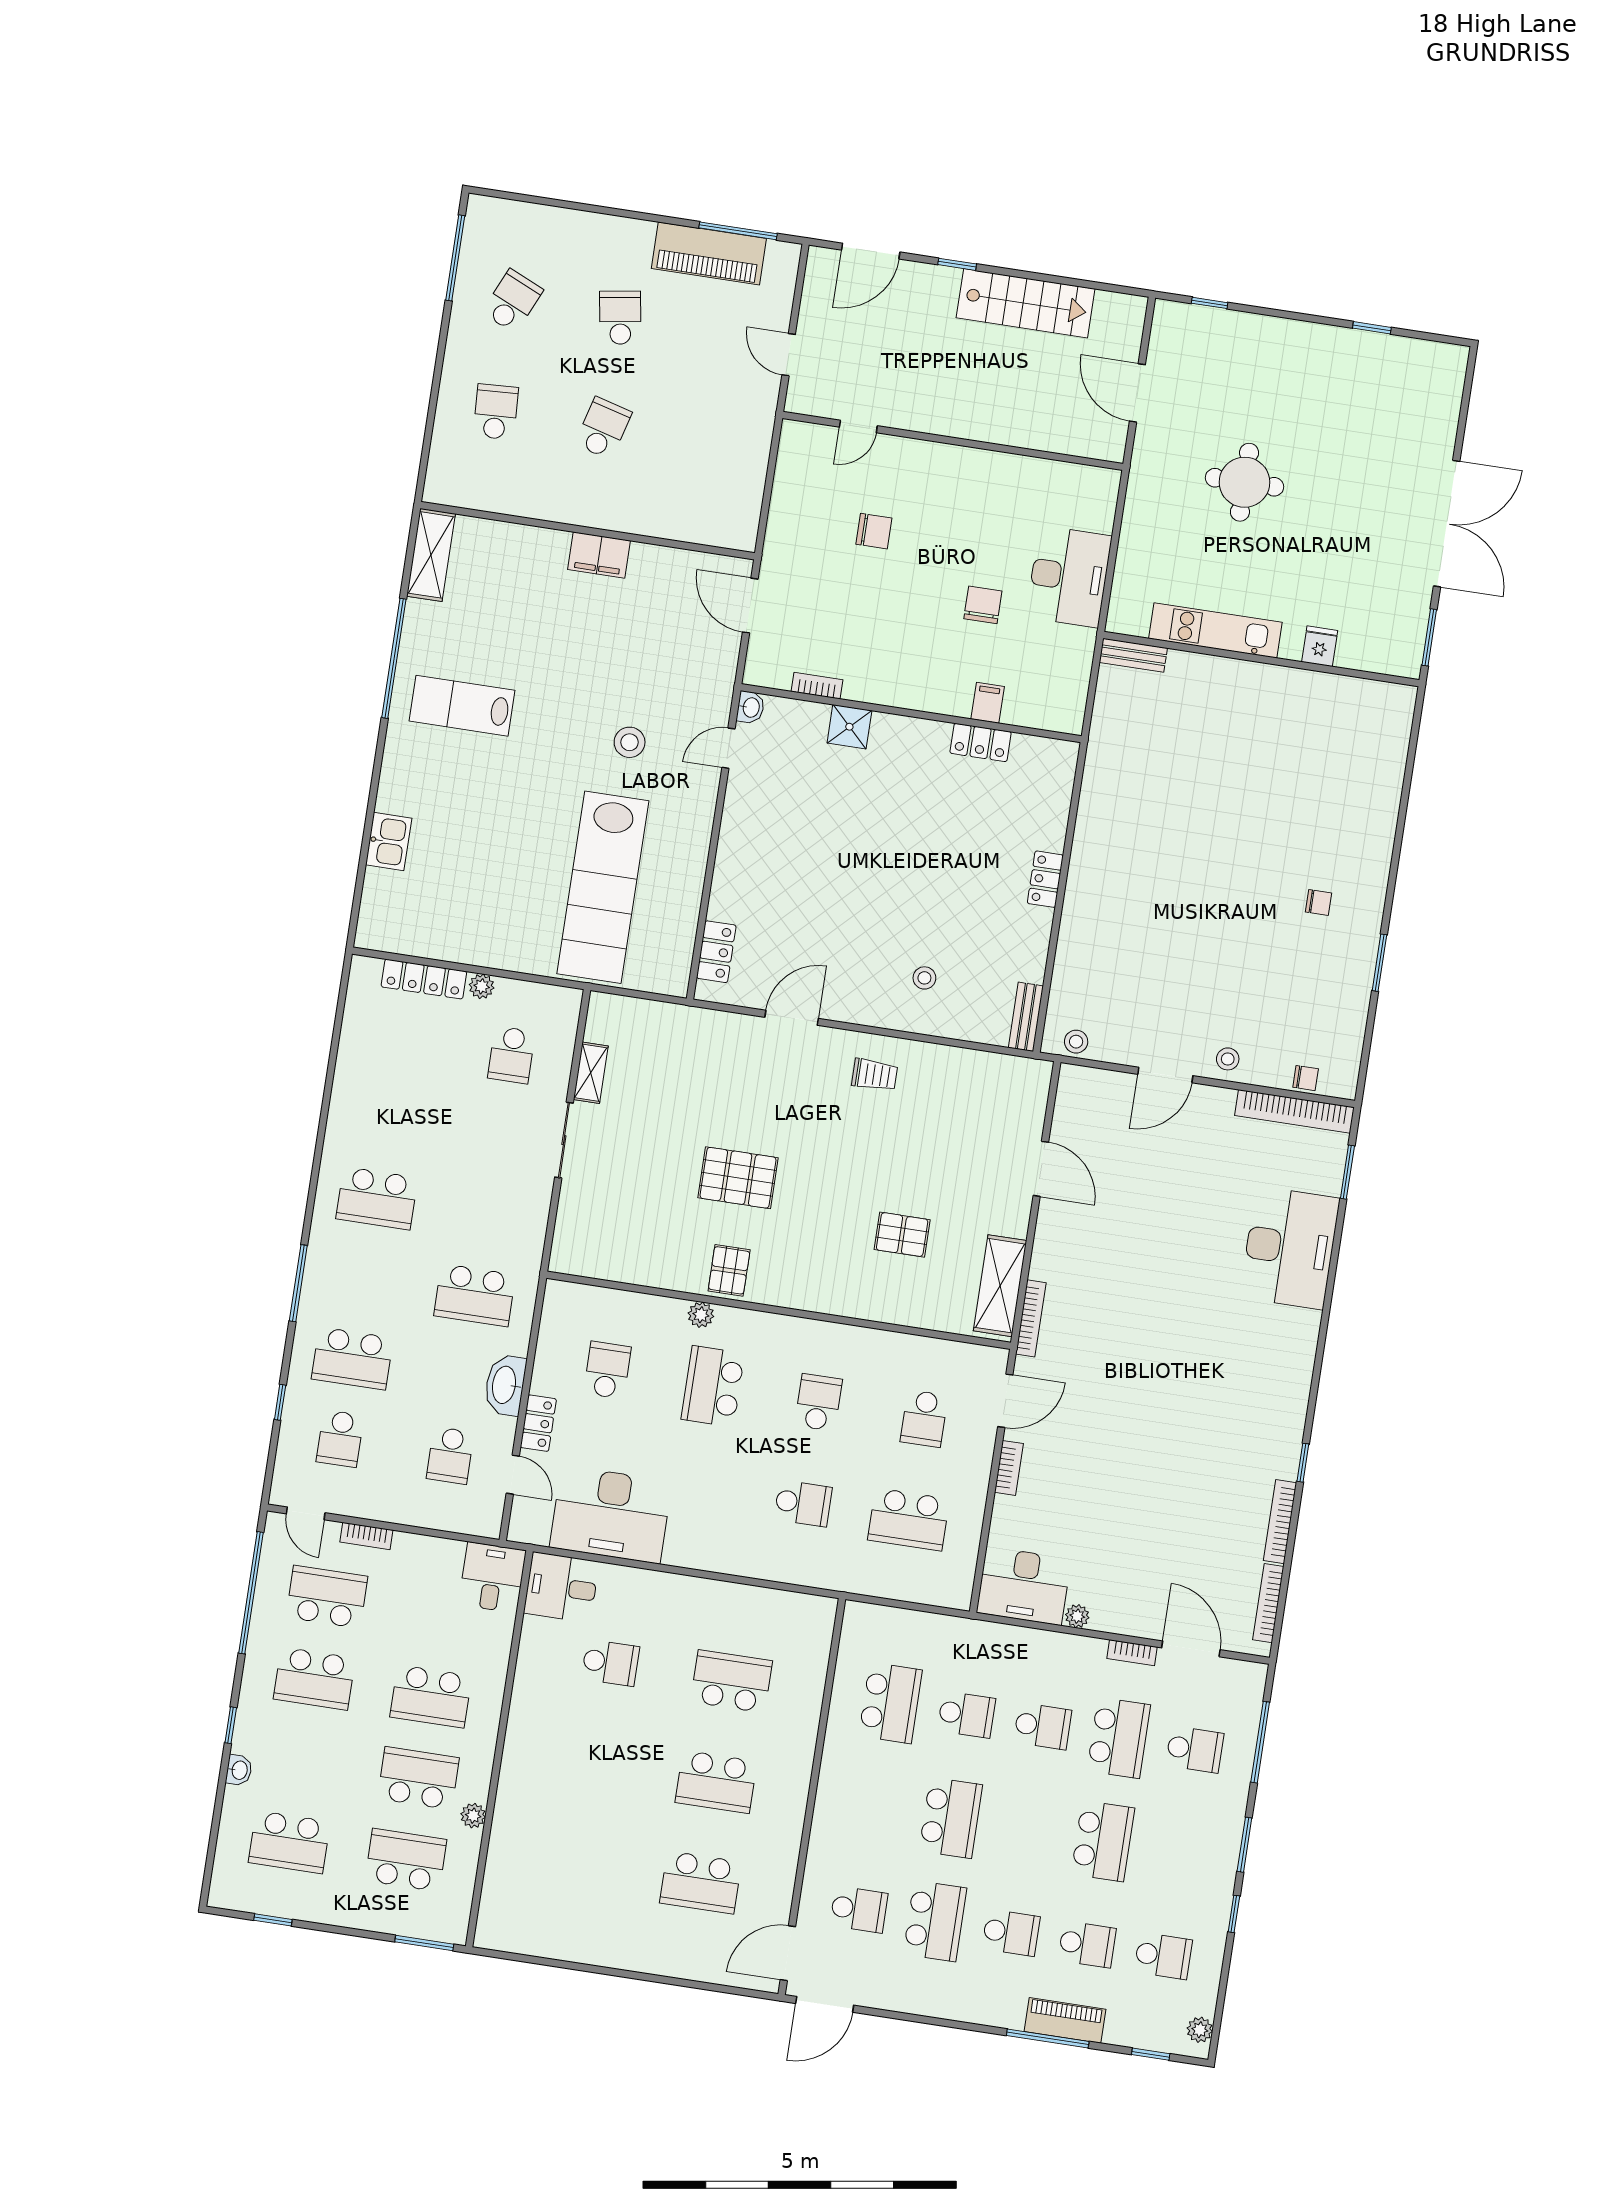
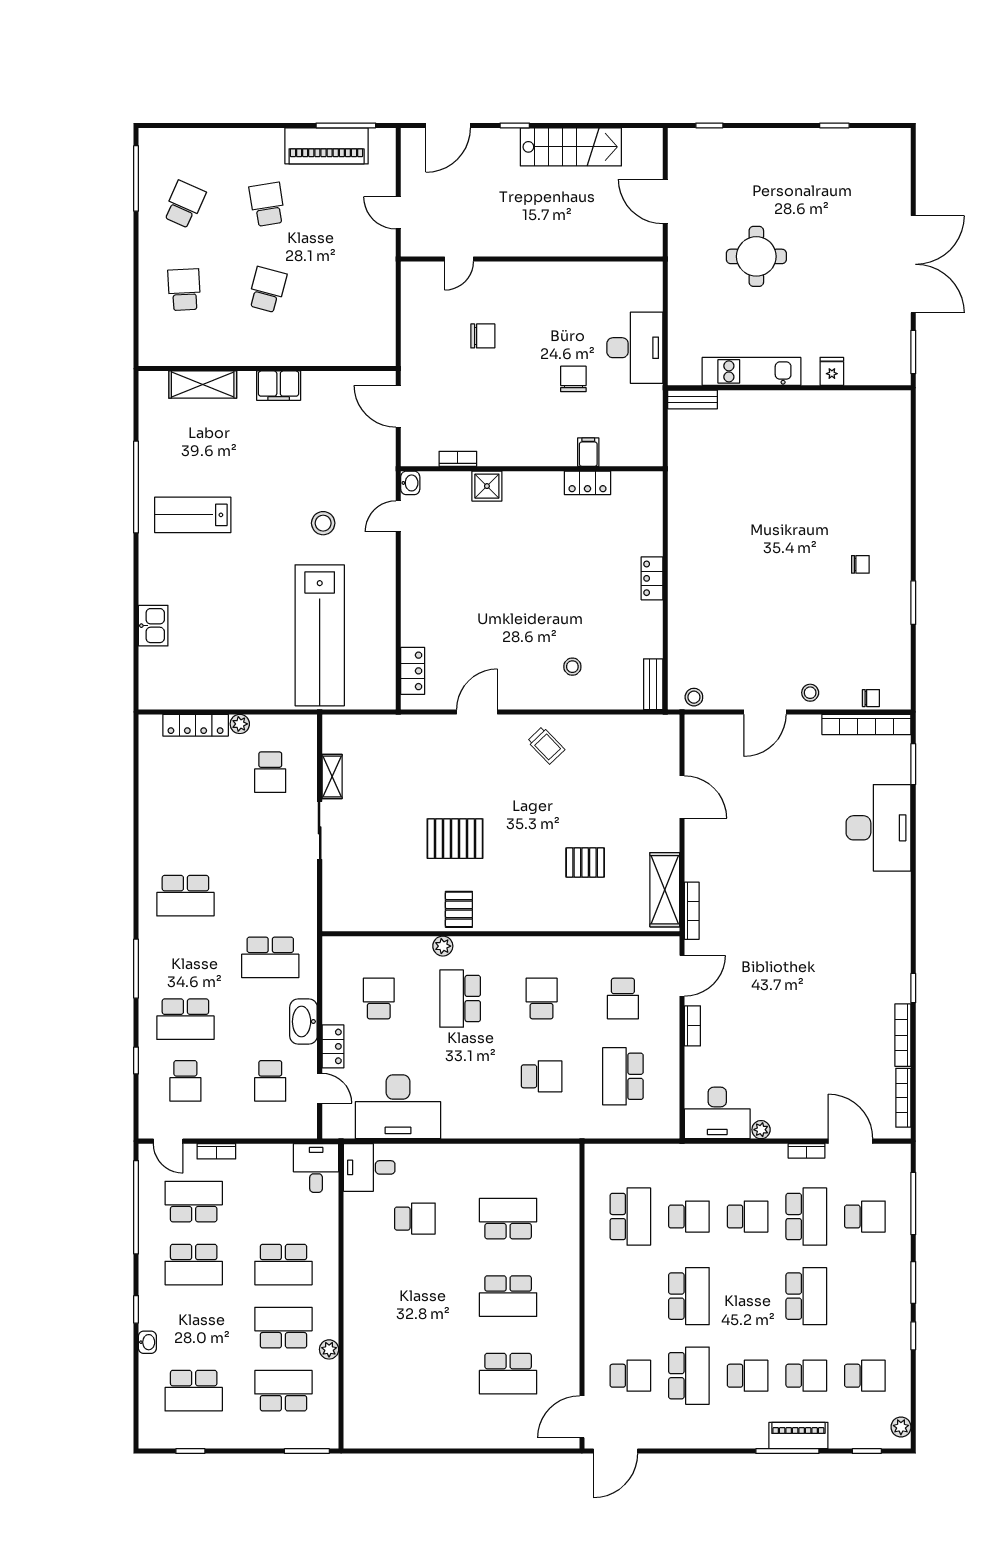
shelving: (431, 555) -> (203, 385), moved, turned 90
trolley: (875, 1075) -> (546, 745), turned 46
school desk: (909, 1520) -> (623, 1076), turned 90

